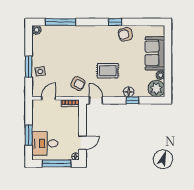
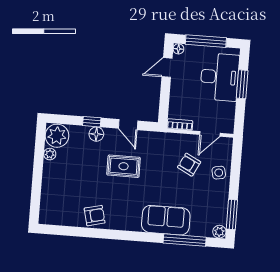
window: (115, 22) -> (108, 234), removed
sofa: (155, 53) -> (166, 220), moved, turned -90
window: (29, 67) -> (232, 214), moved
armchair: (78, 84) -> (189, 165), moved
door: (96, 100) -> (128, 125), moved
desk: (45, 143) -> (220, 77), width x1.37

